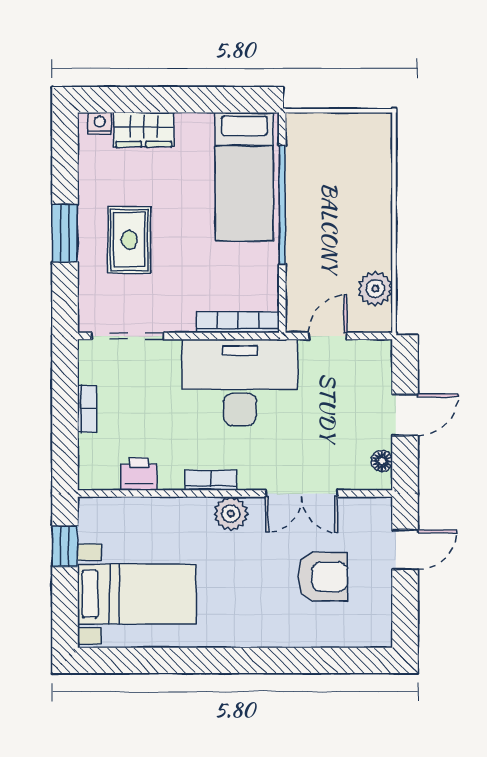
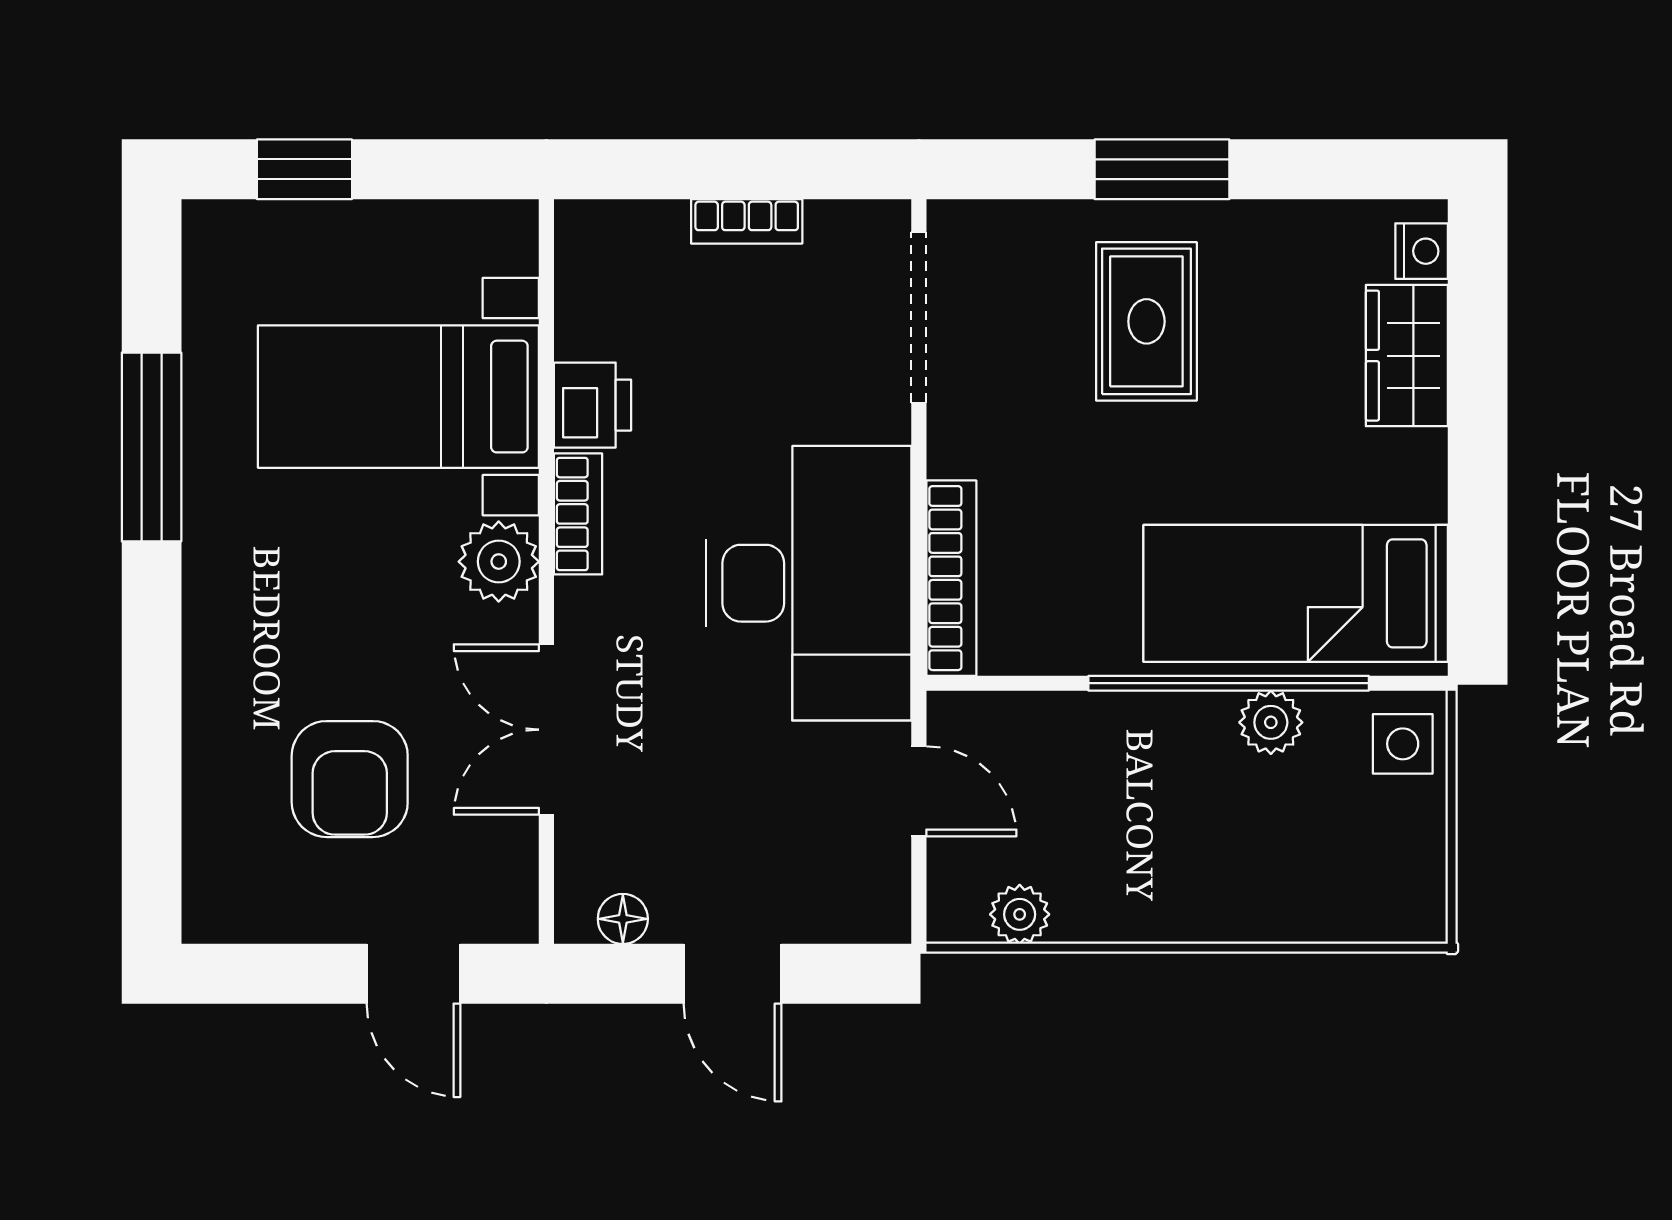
side table: (308, 131) -> (1403, 744), added
plant: (299, 187) -> (1271, 722), added
rug: (129, 240) -> (1146, 321), turned 90
plant: (375, 289) -> (1020, 914), width x0.73, depth x0.73
printer: (139, 474) -> (592, 405), moved
window: (65, 546) -> (304, 169), moved
bed with nightstands: (137, 594) -> (398, 397), moved, turned 90
window: (182, 660) -> (152, 447), added

